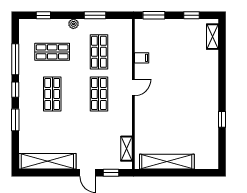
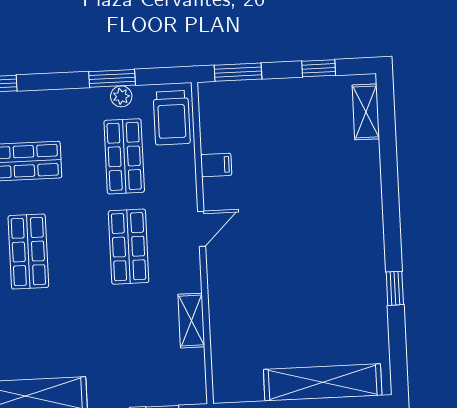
plant: (73, 24) -> (121, 96), moved
trolley: (122, 35) -> (172, 118), added
shelving: (126, 149) -> (191, 321), moved
shelving: (167, 162) -> (323, 382), moved

